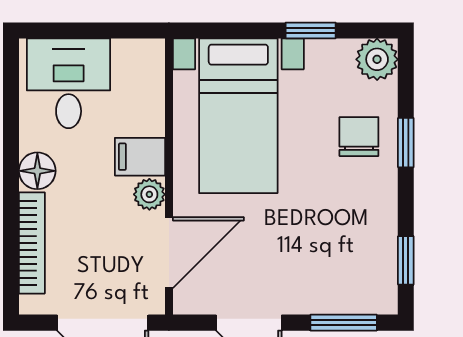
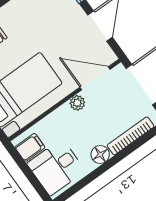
filing cabinet: (140, 157) -> (30, 147), moved, turned -90

